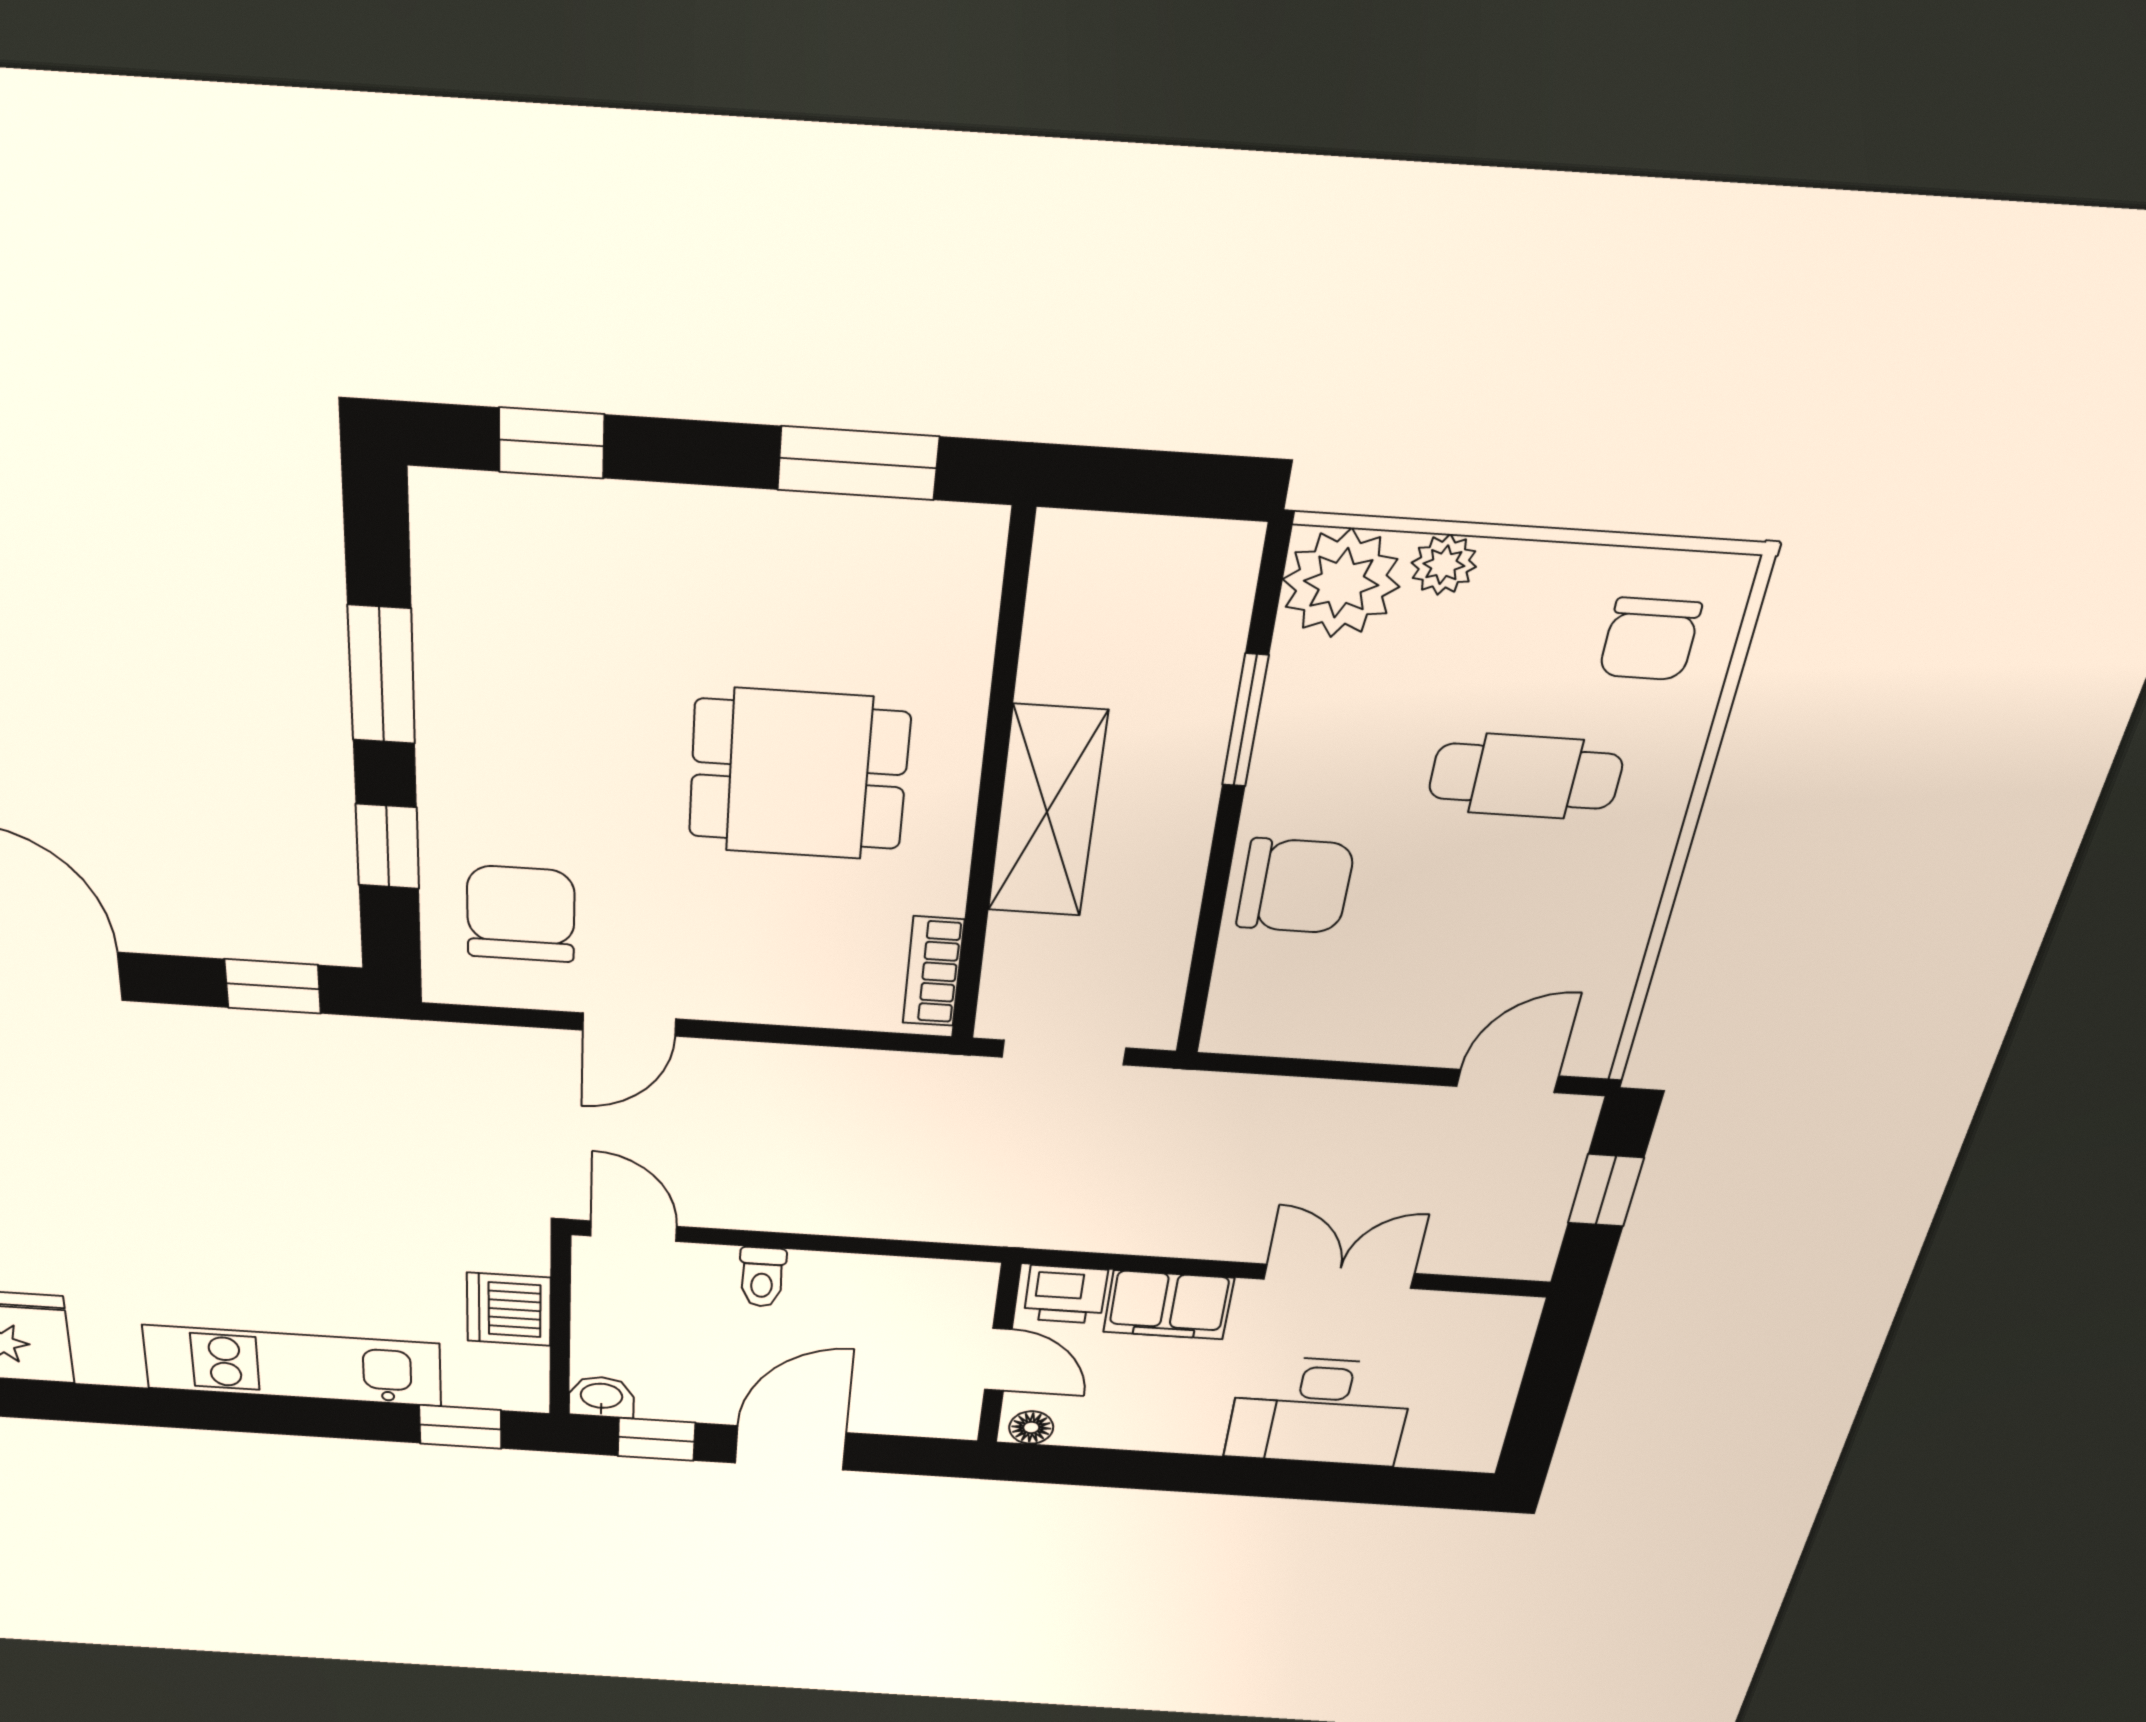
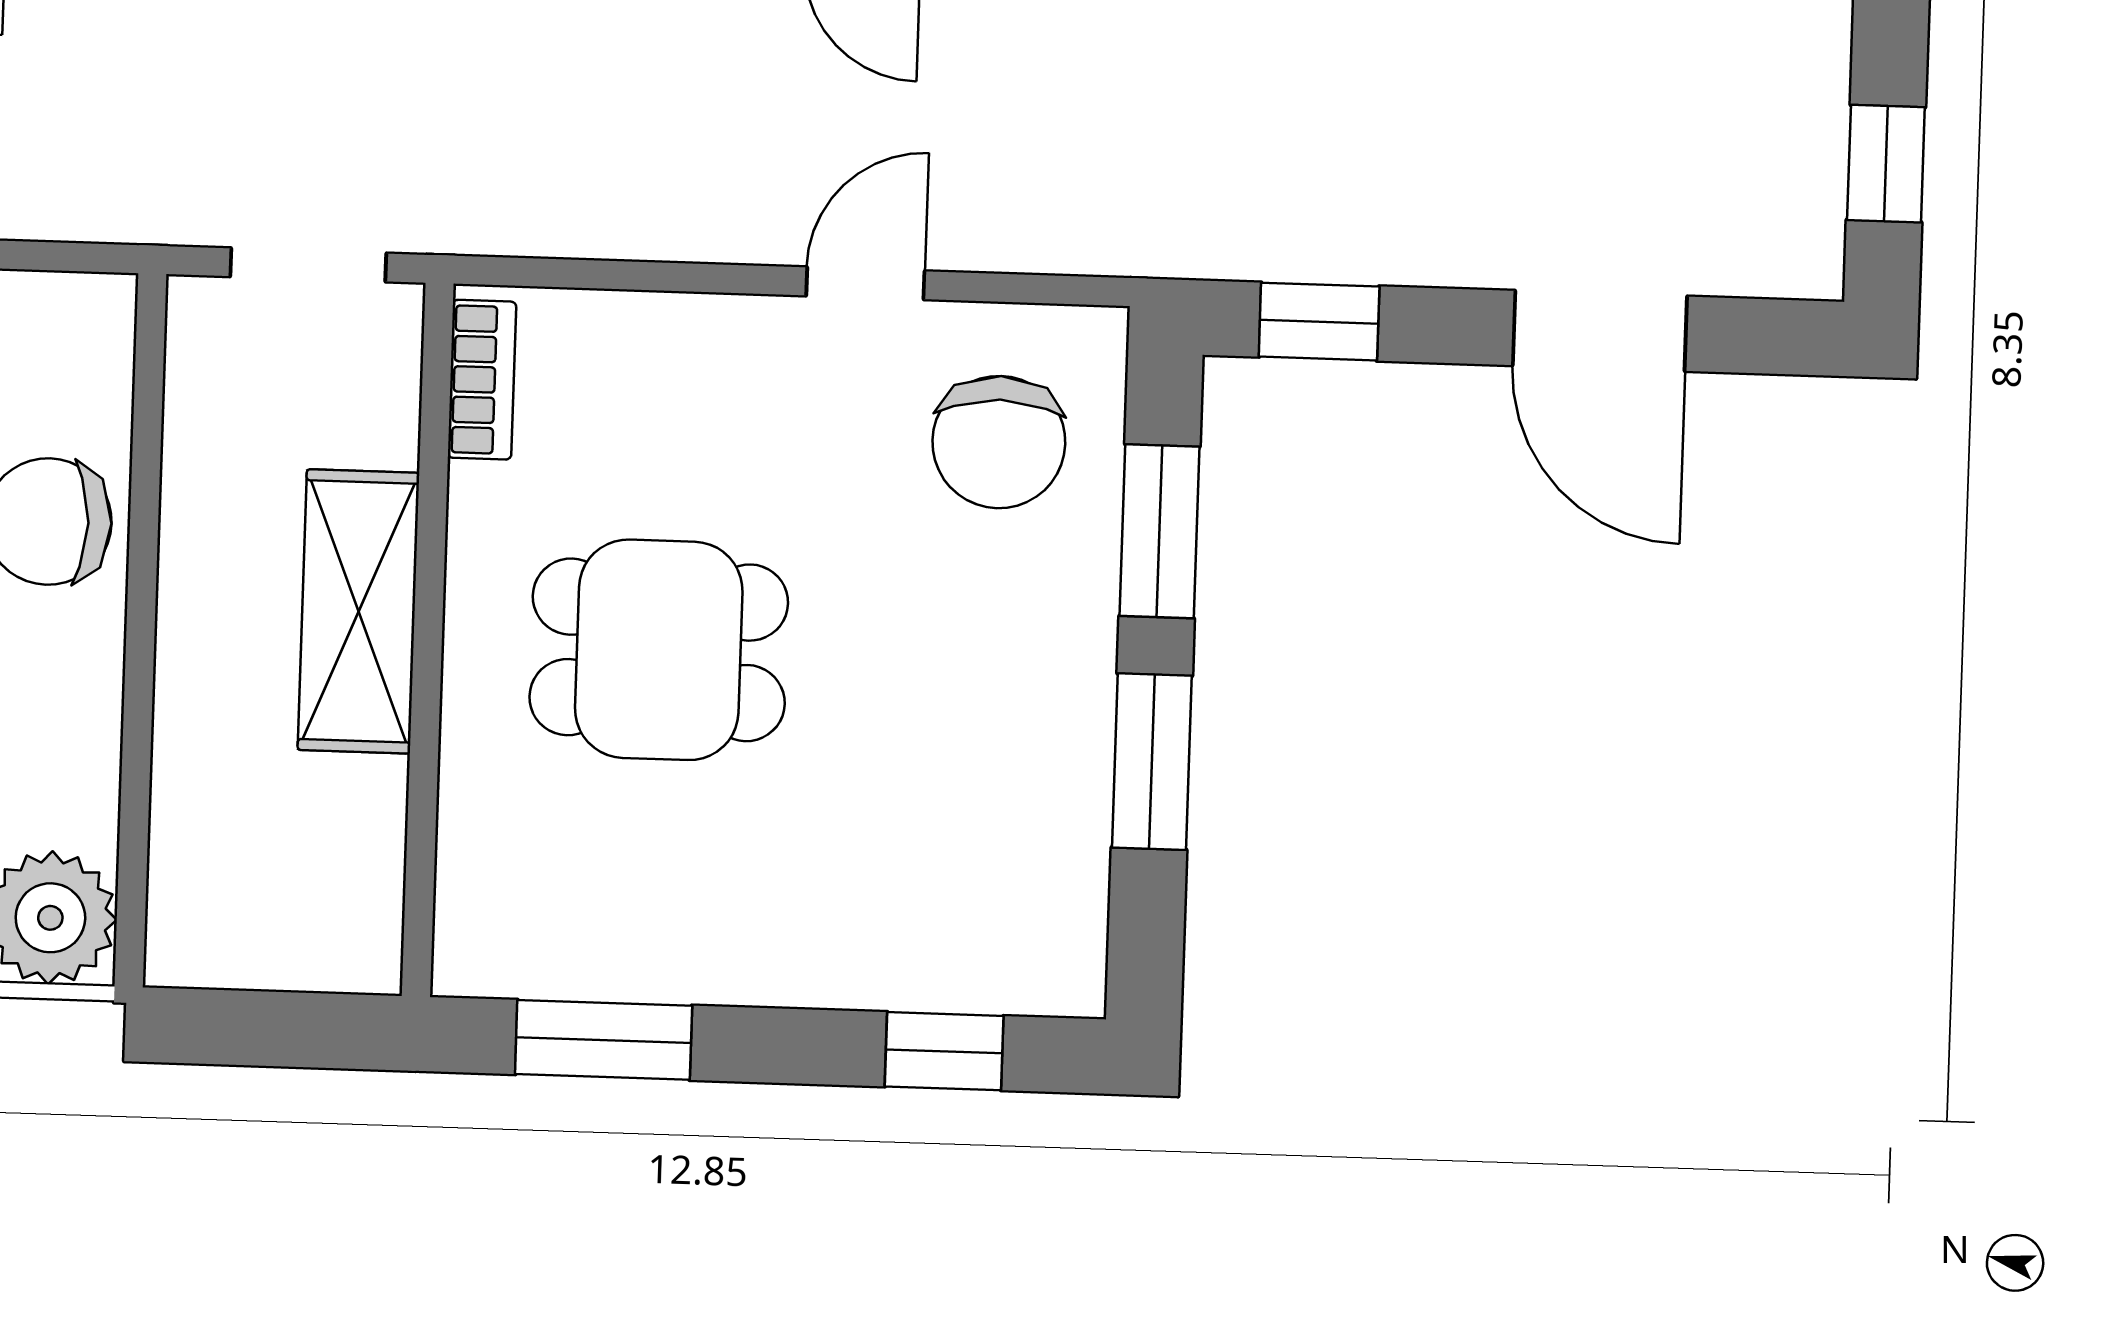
window: (1245, 721) -> (137, 742), removed
window: (387, 847) -> (1159, 531), width x1.50

